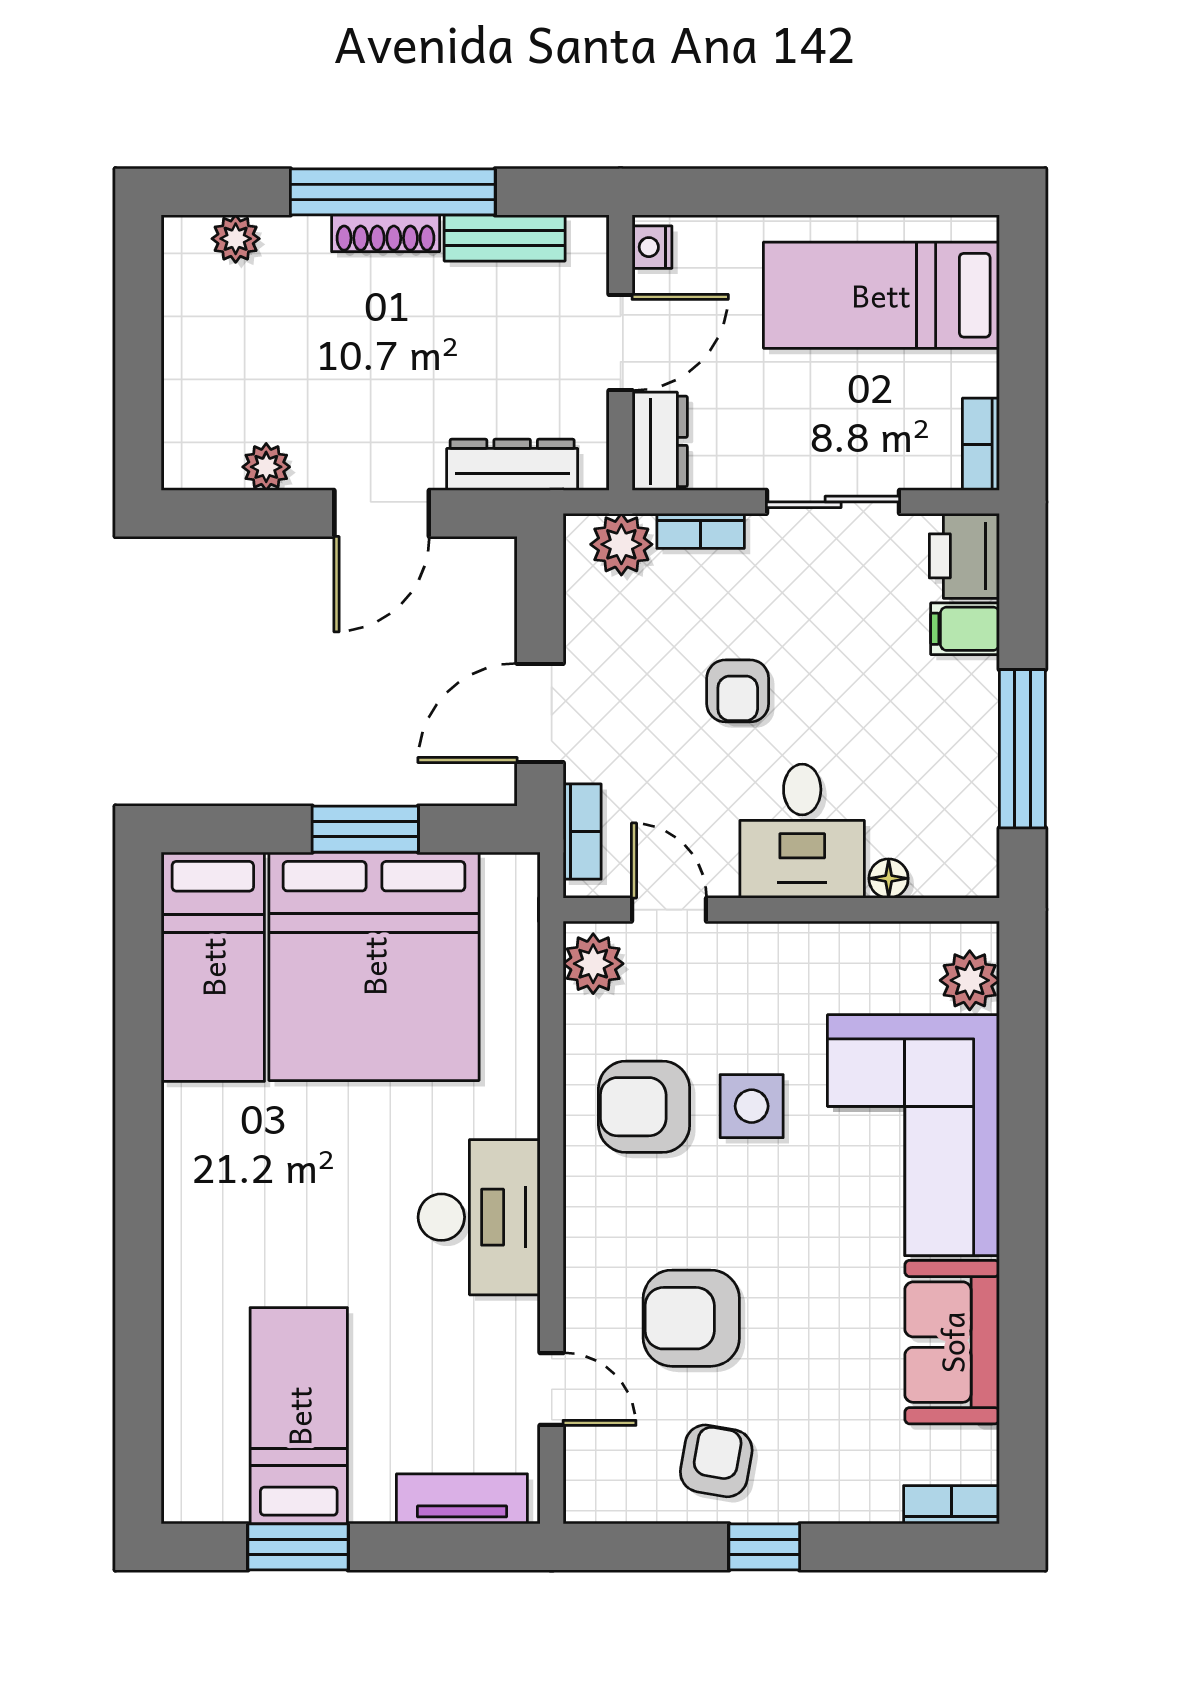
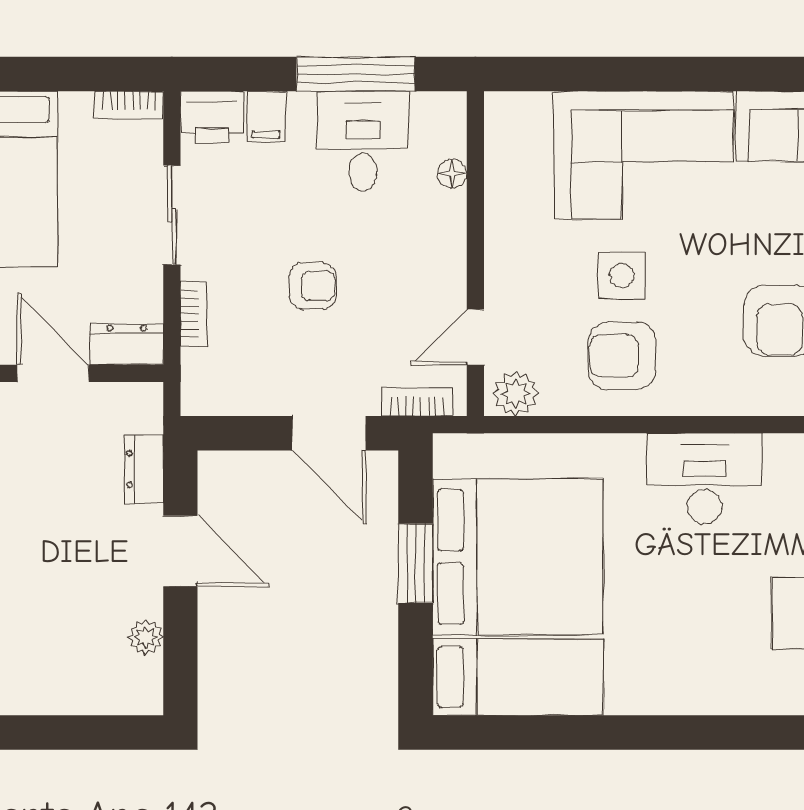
dresser: (512, 465) -> (144, 469), width x0.70
plant: (621, 544) -> (203, 373), removed
desk: (802, 831) -> (363, 141), moved, turned -90
plant: (970, 980) -> (528, 113), removed
armchair: (644, 1107) -> (622, 356), turned 90

